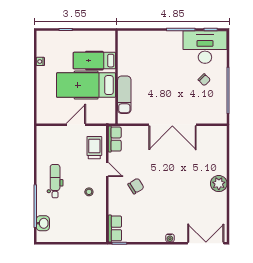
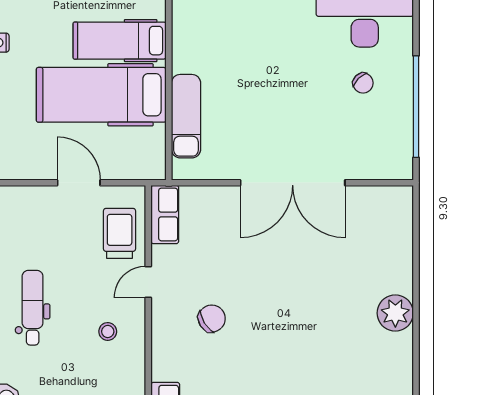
door: (76, 125) -> (79, 183), hinge flipped
door: (107, 170) -> (148, 282), swing flipped

